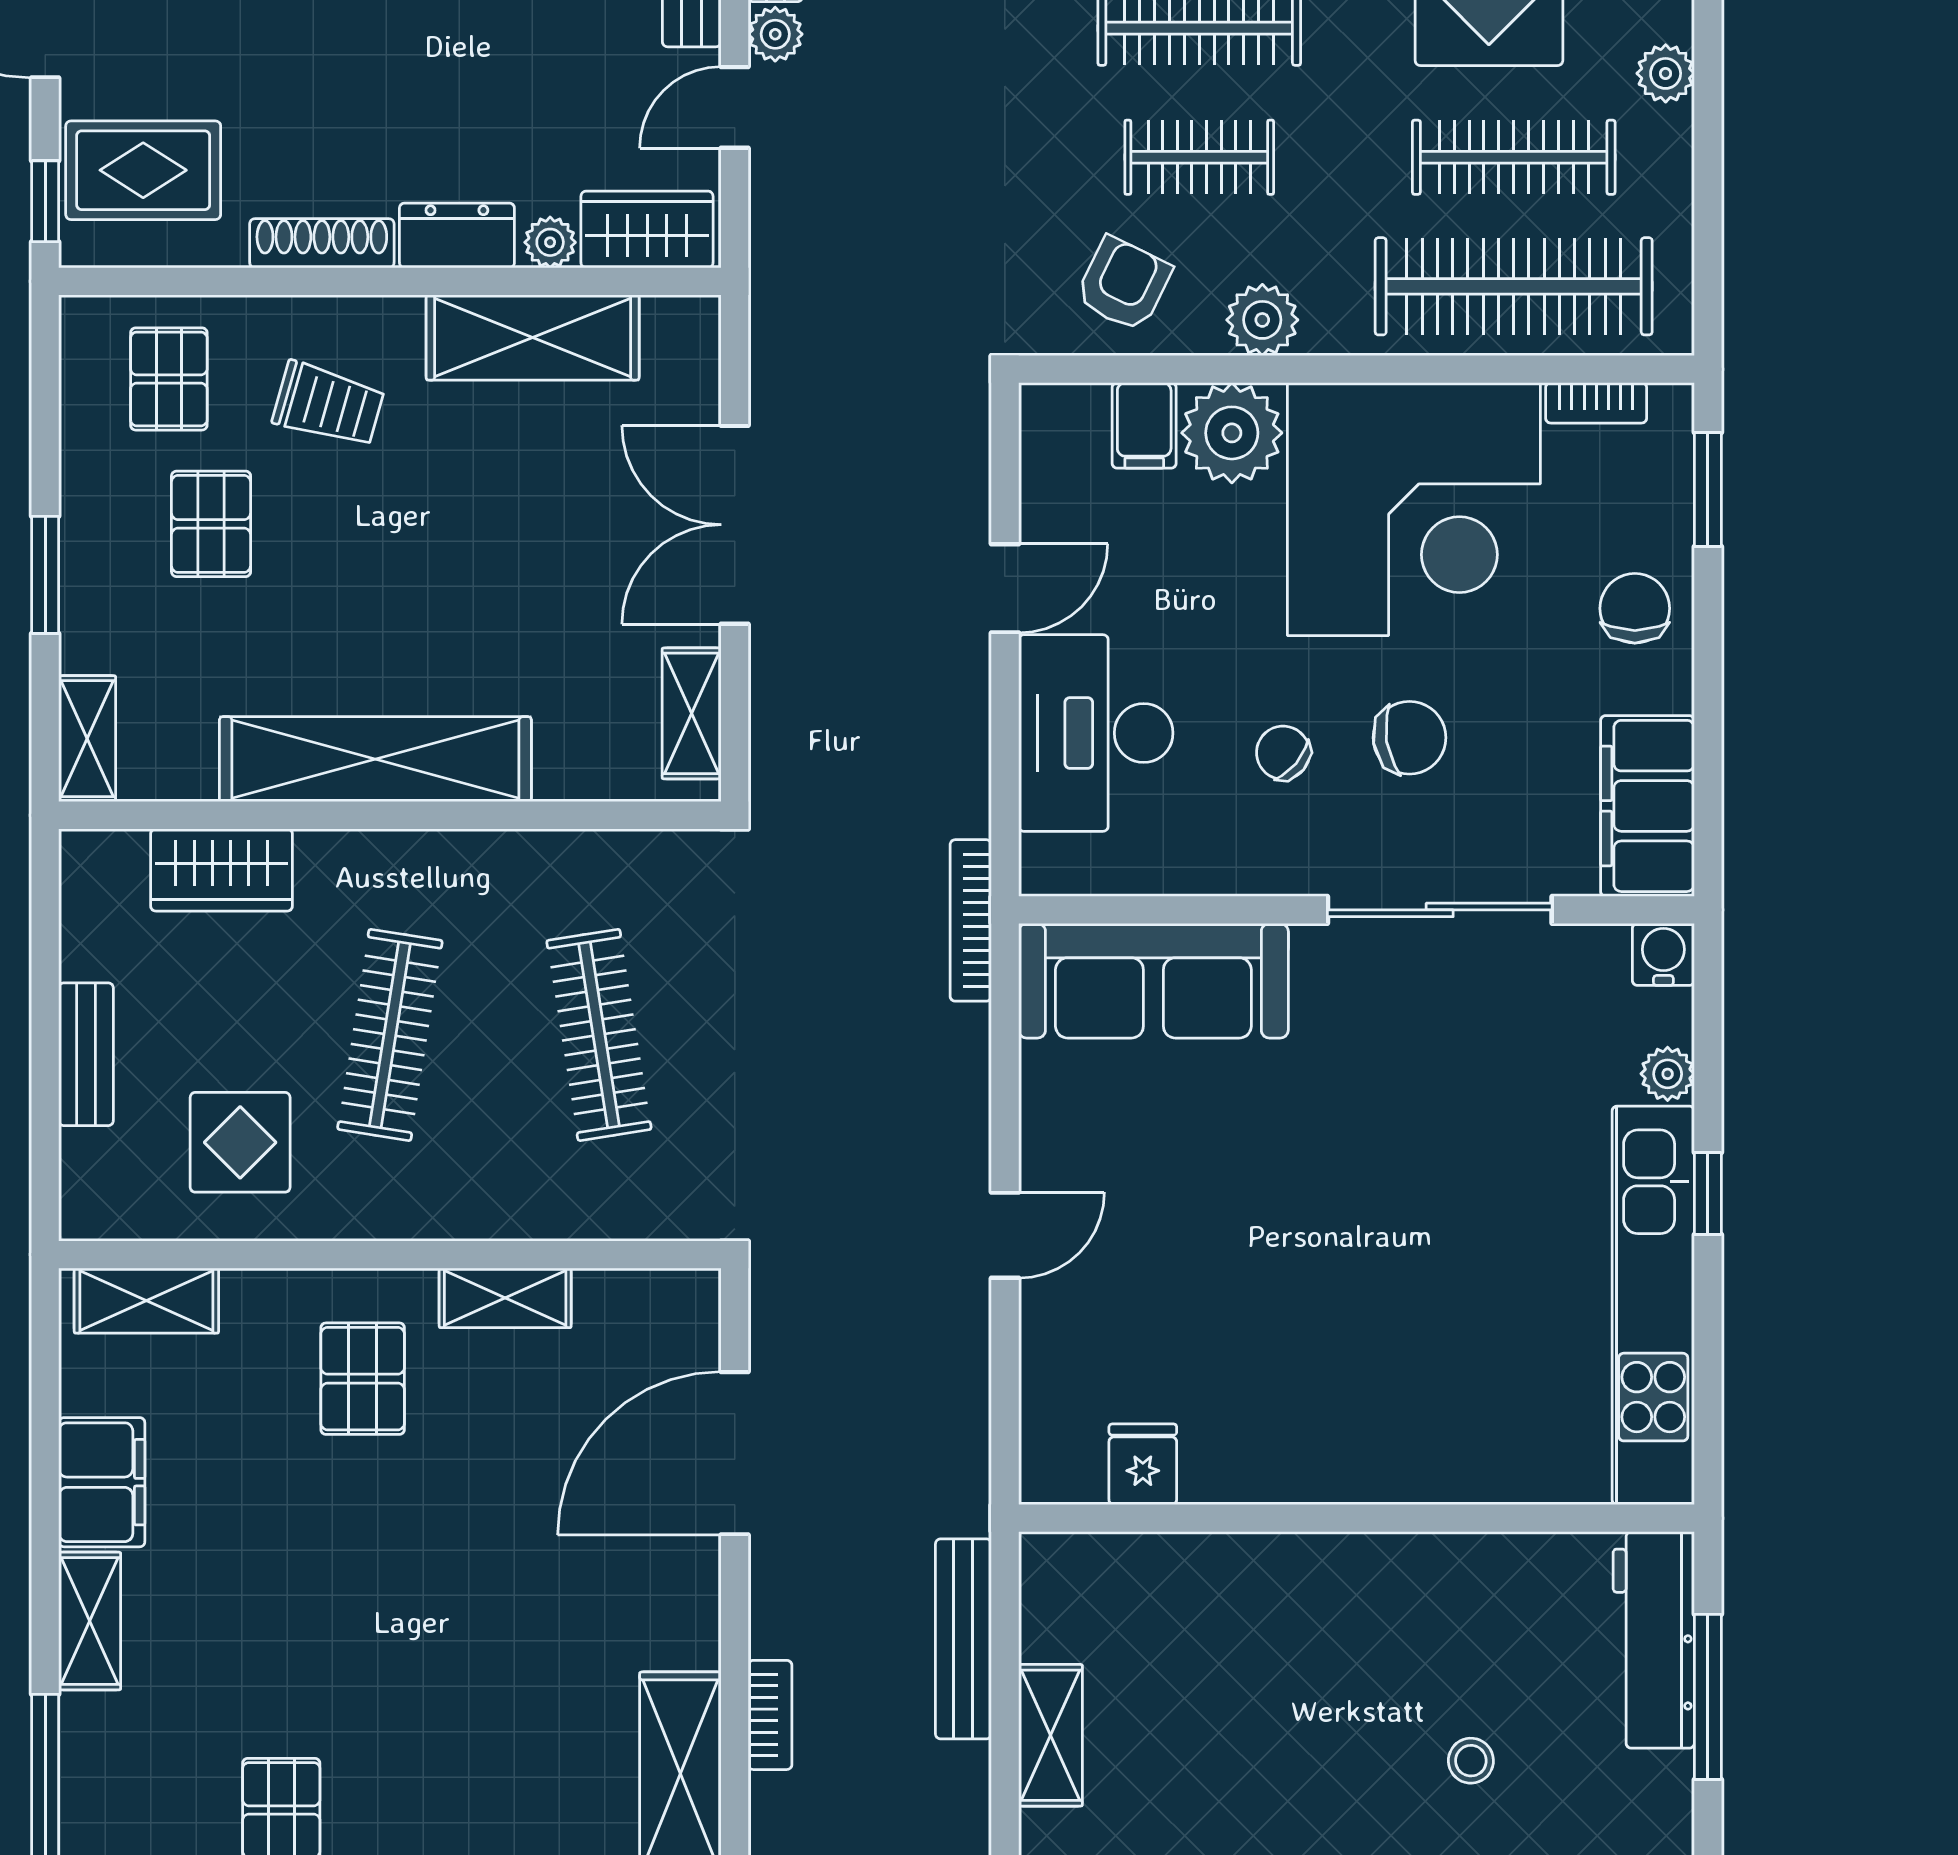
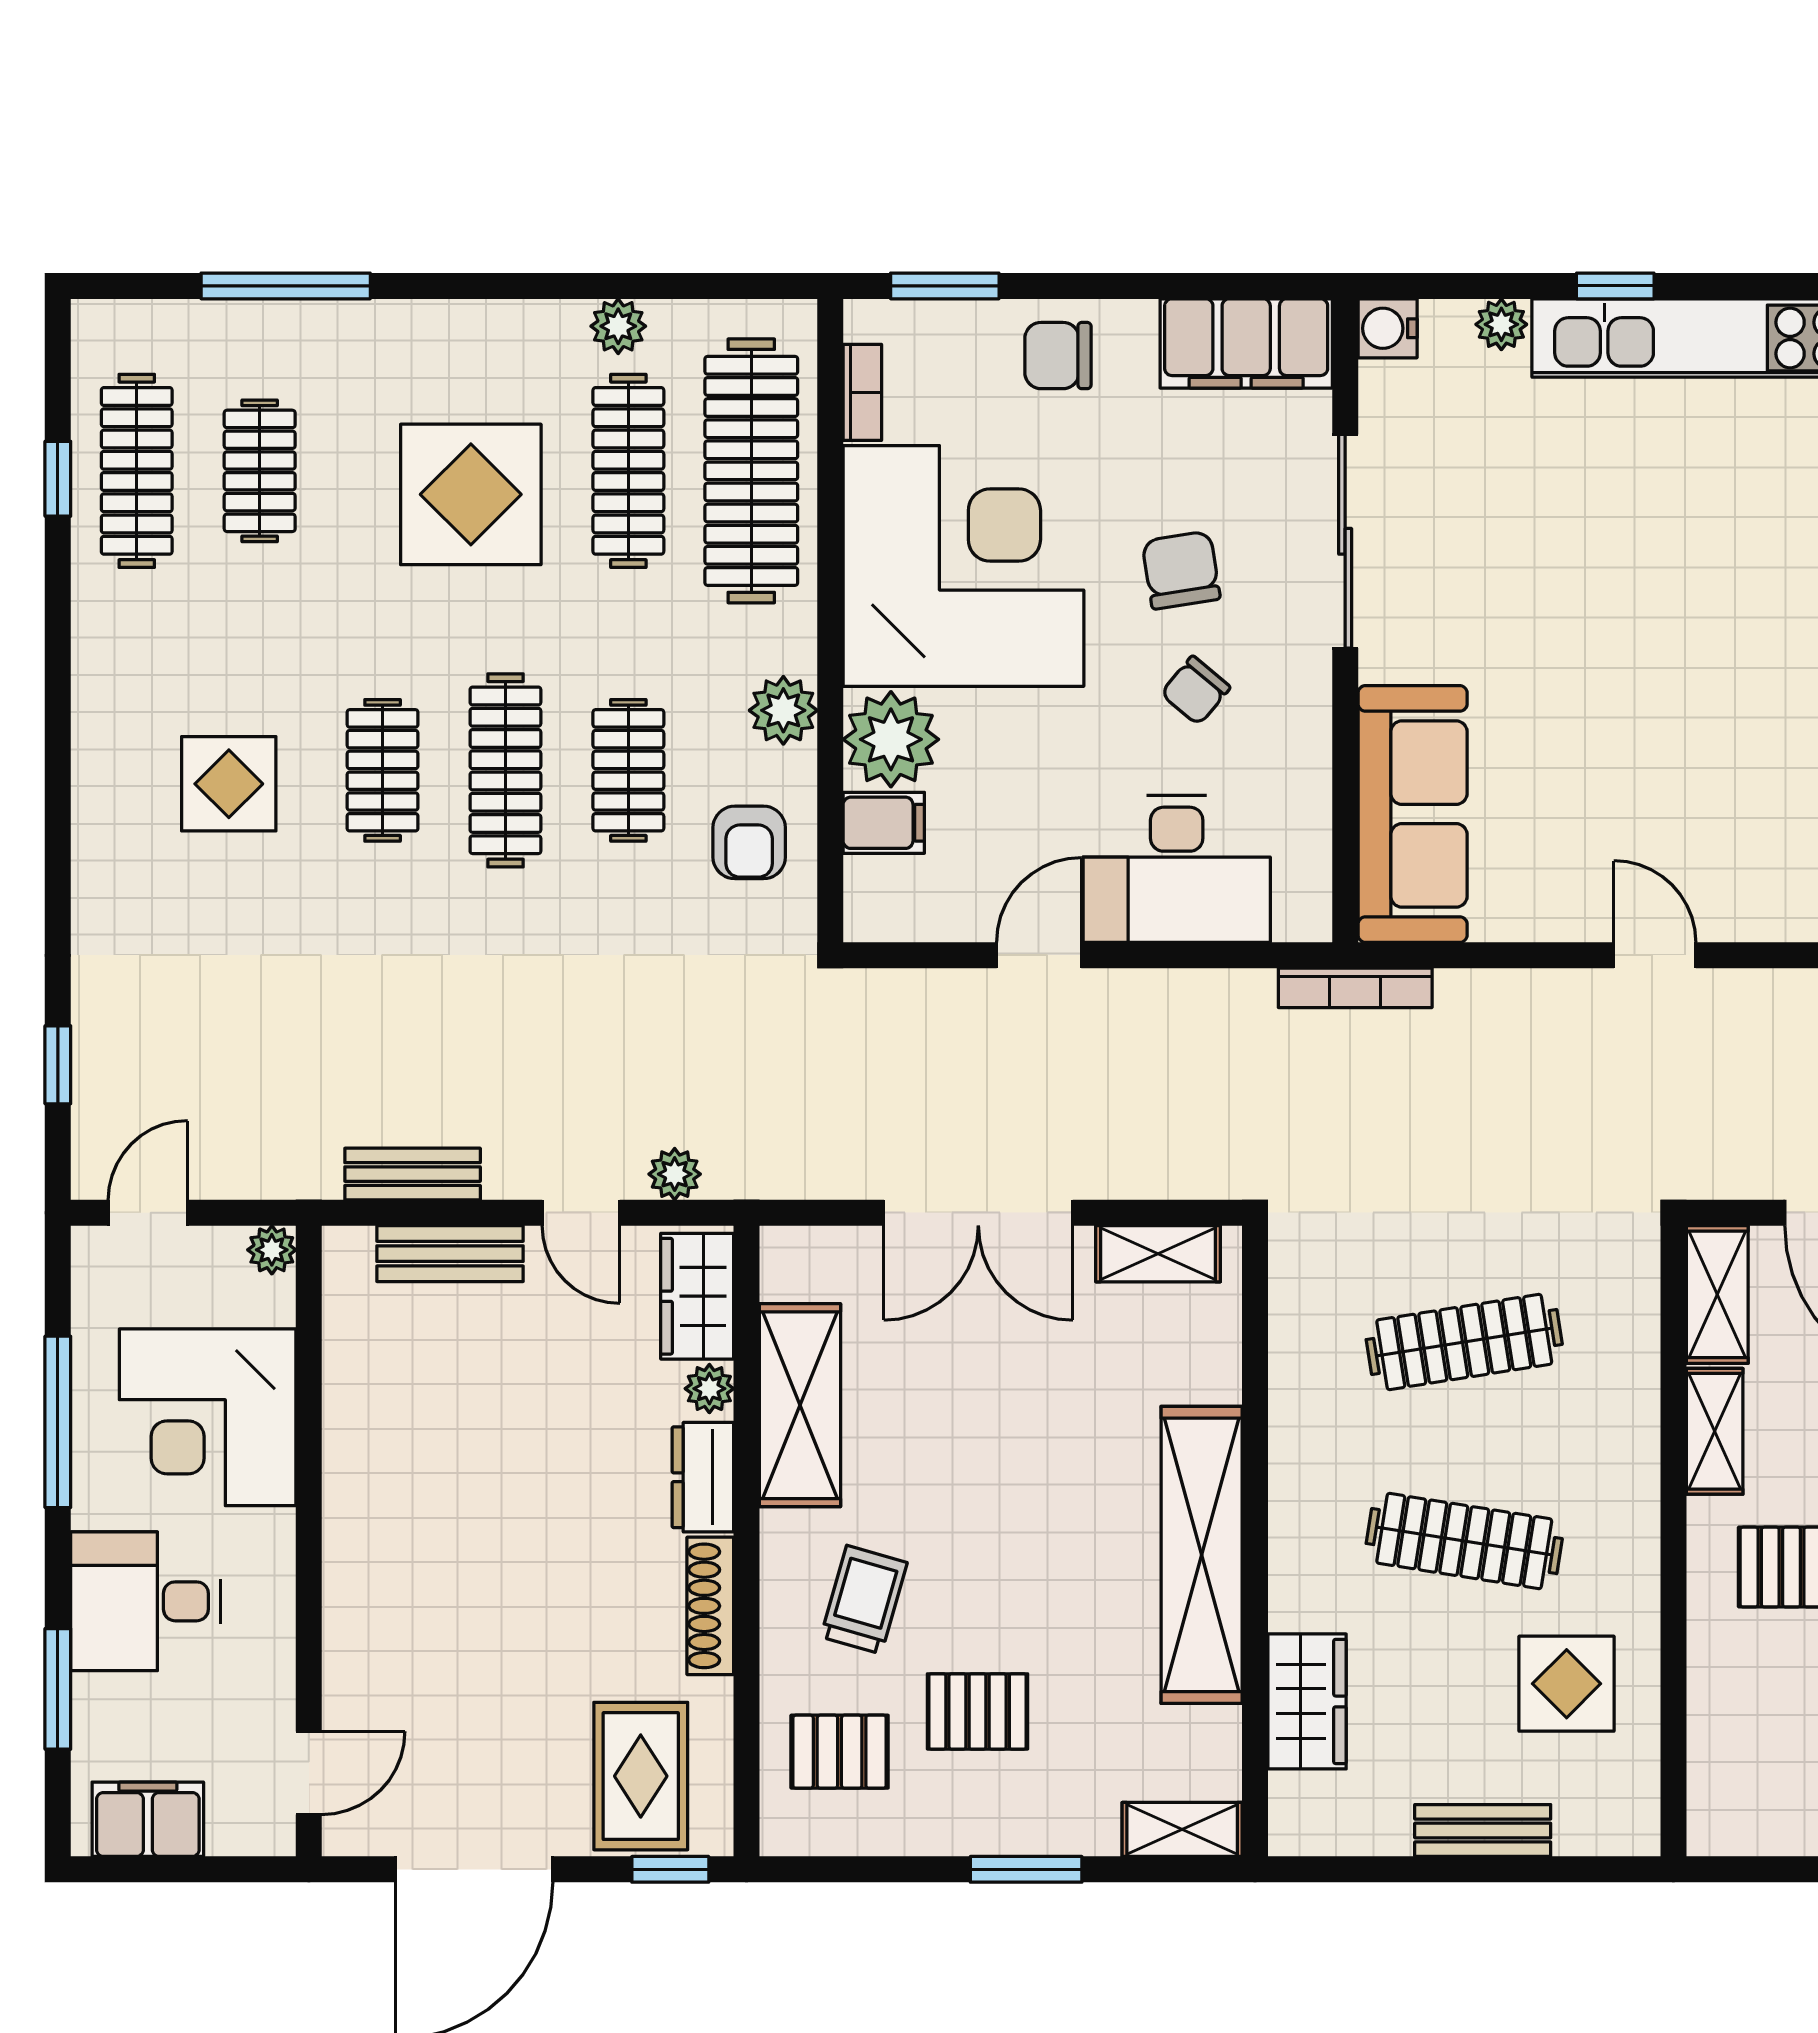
plant: (775, 34) -> (675, 1174), moved
plant: (1666, 73) -> (618, 326), moved
armchair: (1124, 284) -> (749, 842), turned -116
door: (1005, 588) -> (1039, 955), hinge flipped
shelving: (146, 1301) -> (1717, 1294), moved

